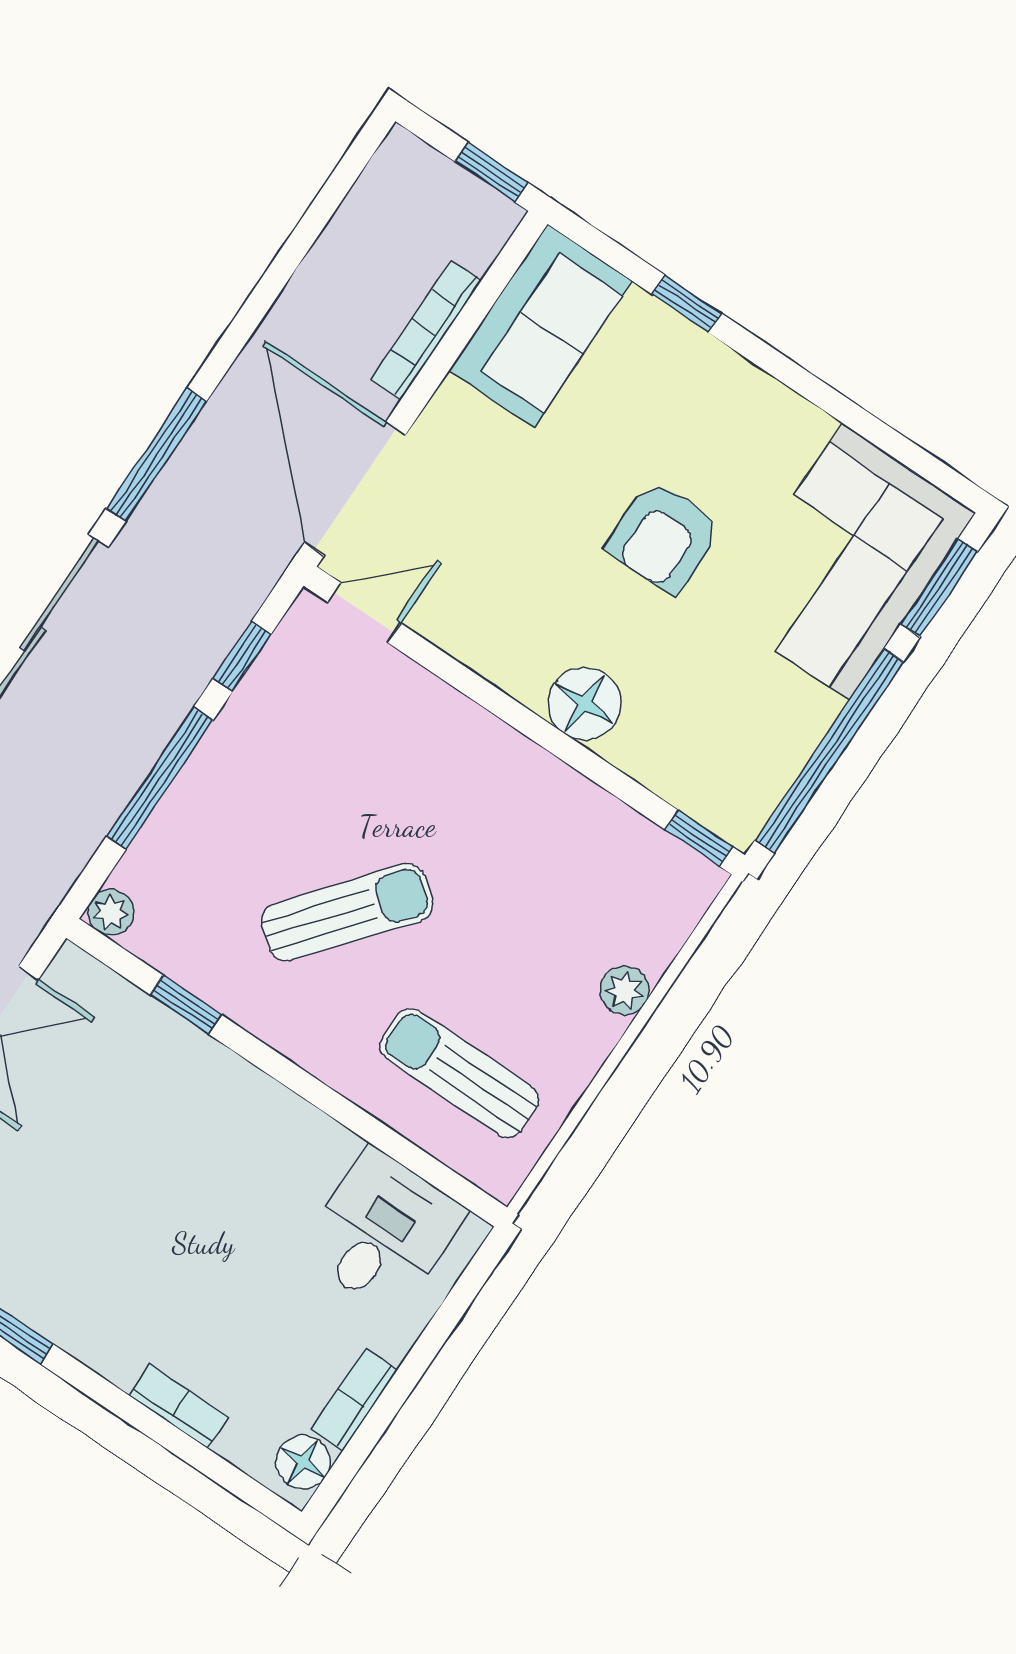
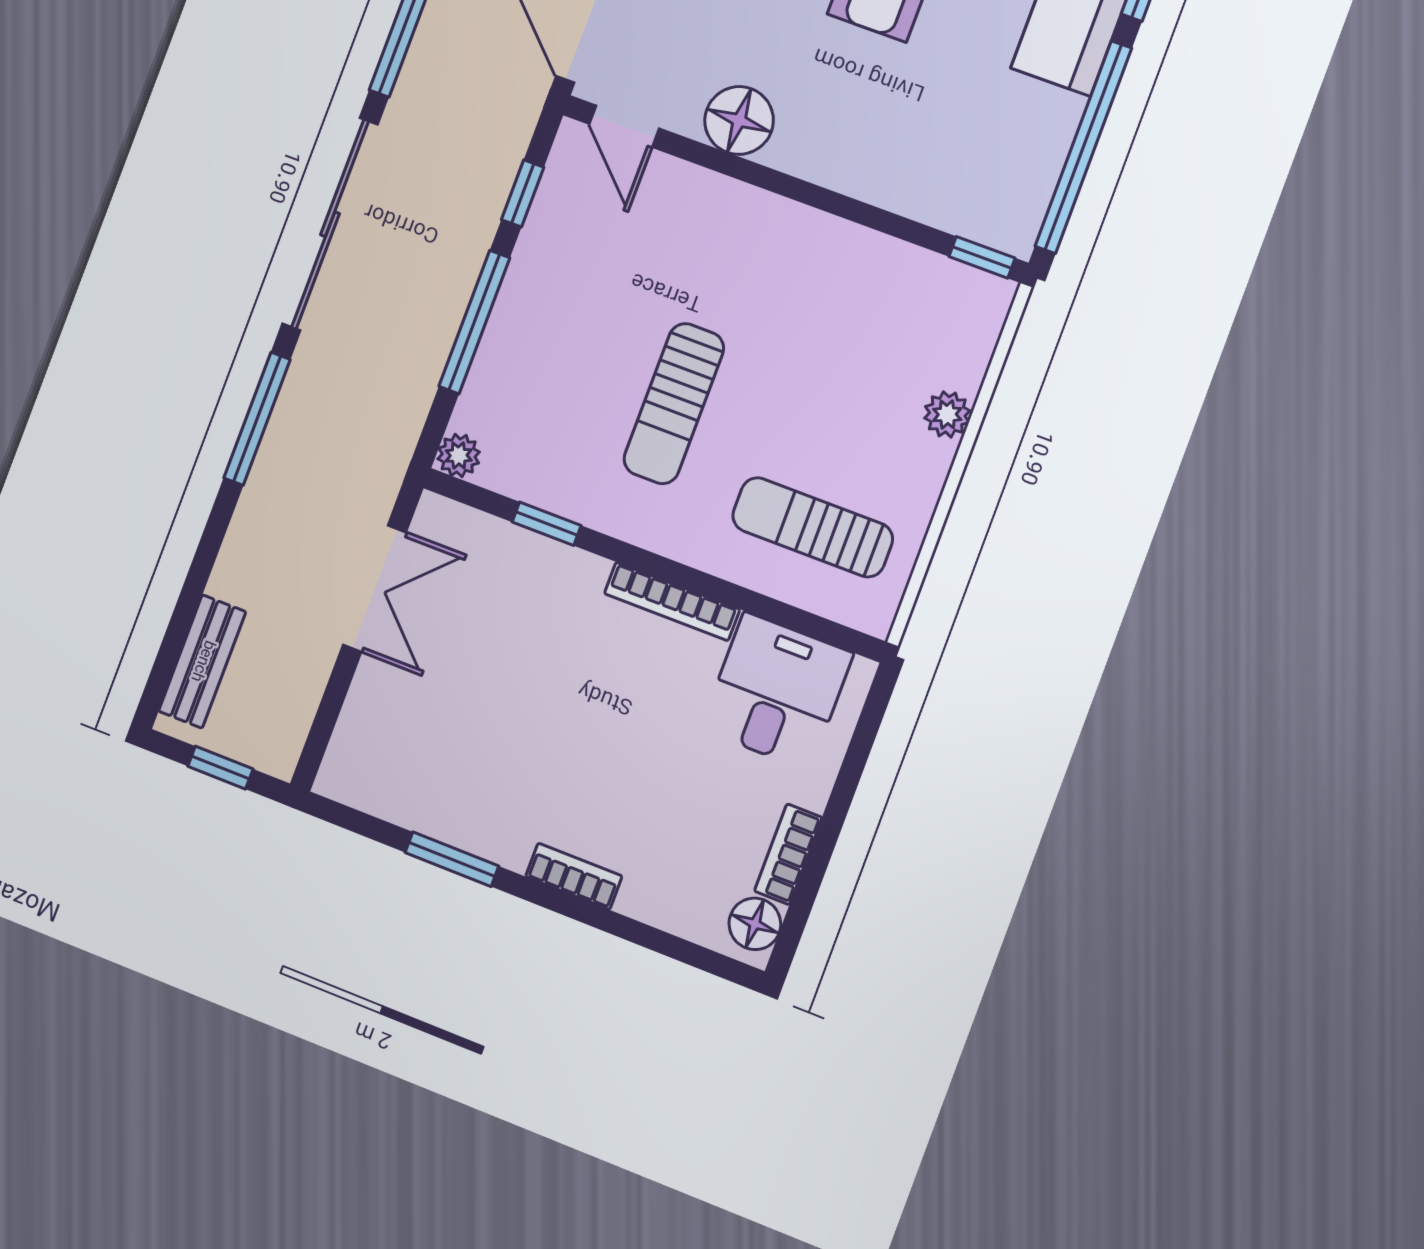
door: (364, 613) -> (624, 126), swing flipped
floor lamp: (585, 704) -> (739, 120), moved
sun lounger: (347, 912) -> (674, 404), turned 141
bookcase: (297, 1115) -> (672, 601), added
bookcase: (179, 1406) -> (574, 876), moved

